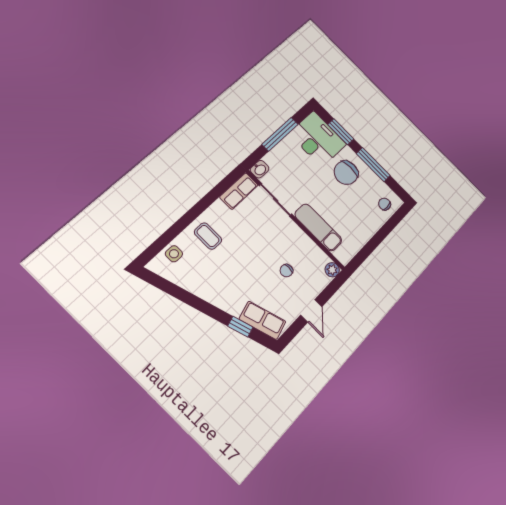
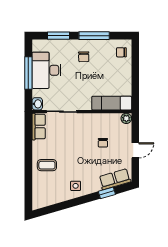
desk: (318, 139) -> (47, 70), moved, turned -90
chair: (346, 173) -> (84, 57), width x0.54, depth x0.54
exam couch: (318, 227) -> (112, 103), moved
side table: (174, 254) -> (76, 186), moved
door: (311, 311) -> (135, 150), hinge flipped

